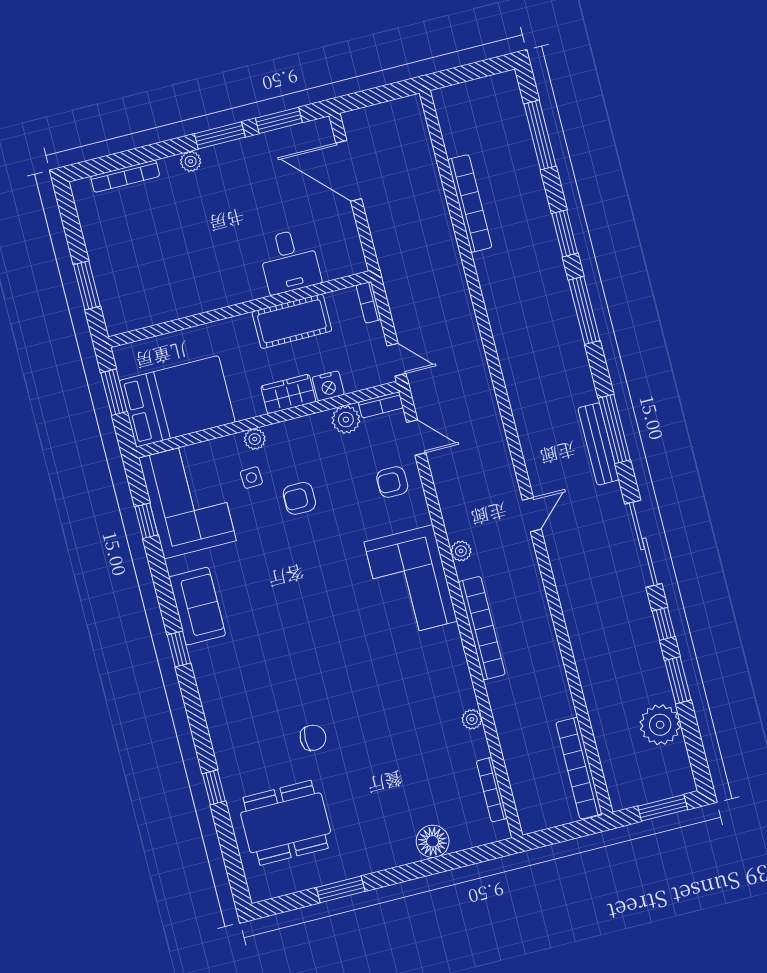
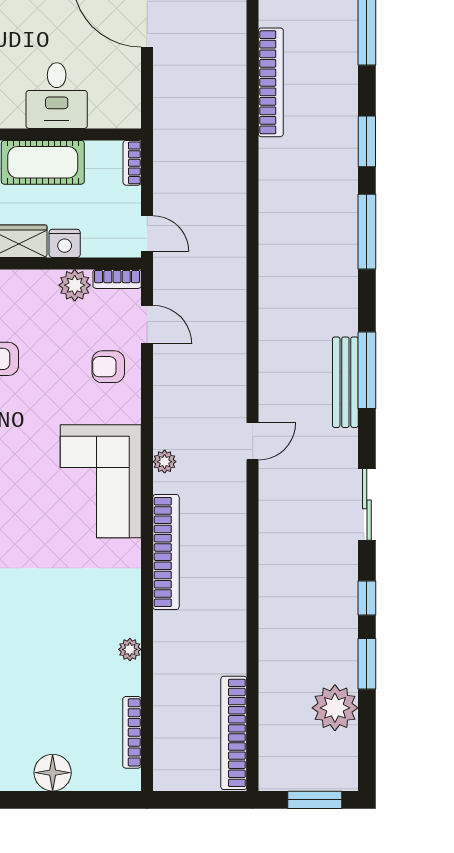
sliding door: (643, 544) -> (367, 504), width x0.73

